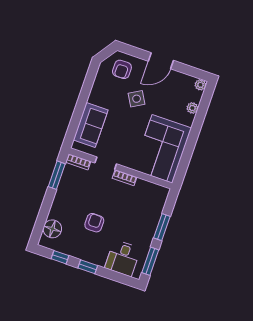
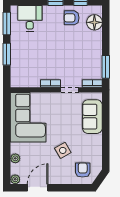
door: (161, 61) -> (38, 188), moved
armchair: (94, 223) -> (72, 18), moved, turned 90

